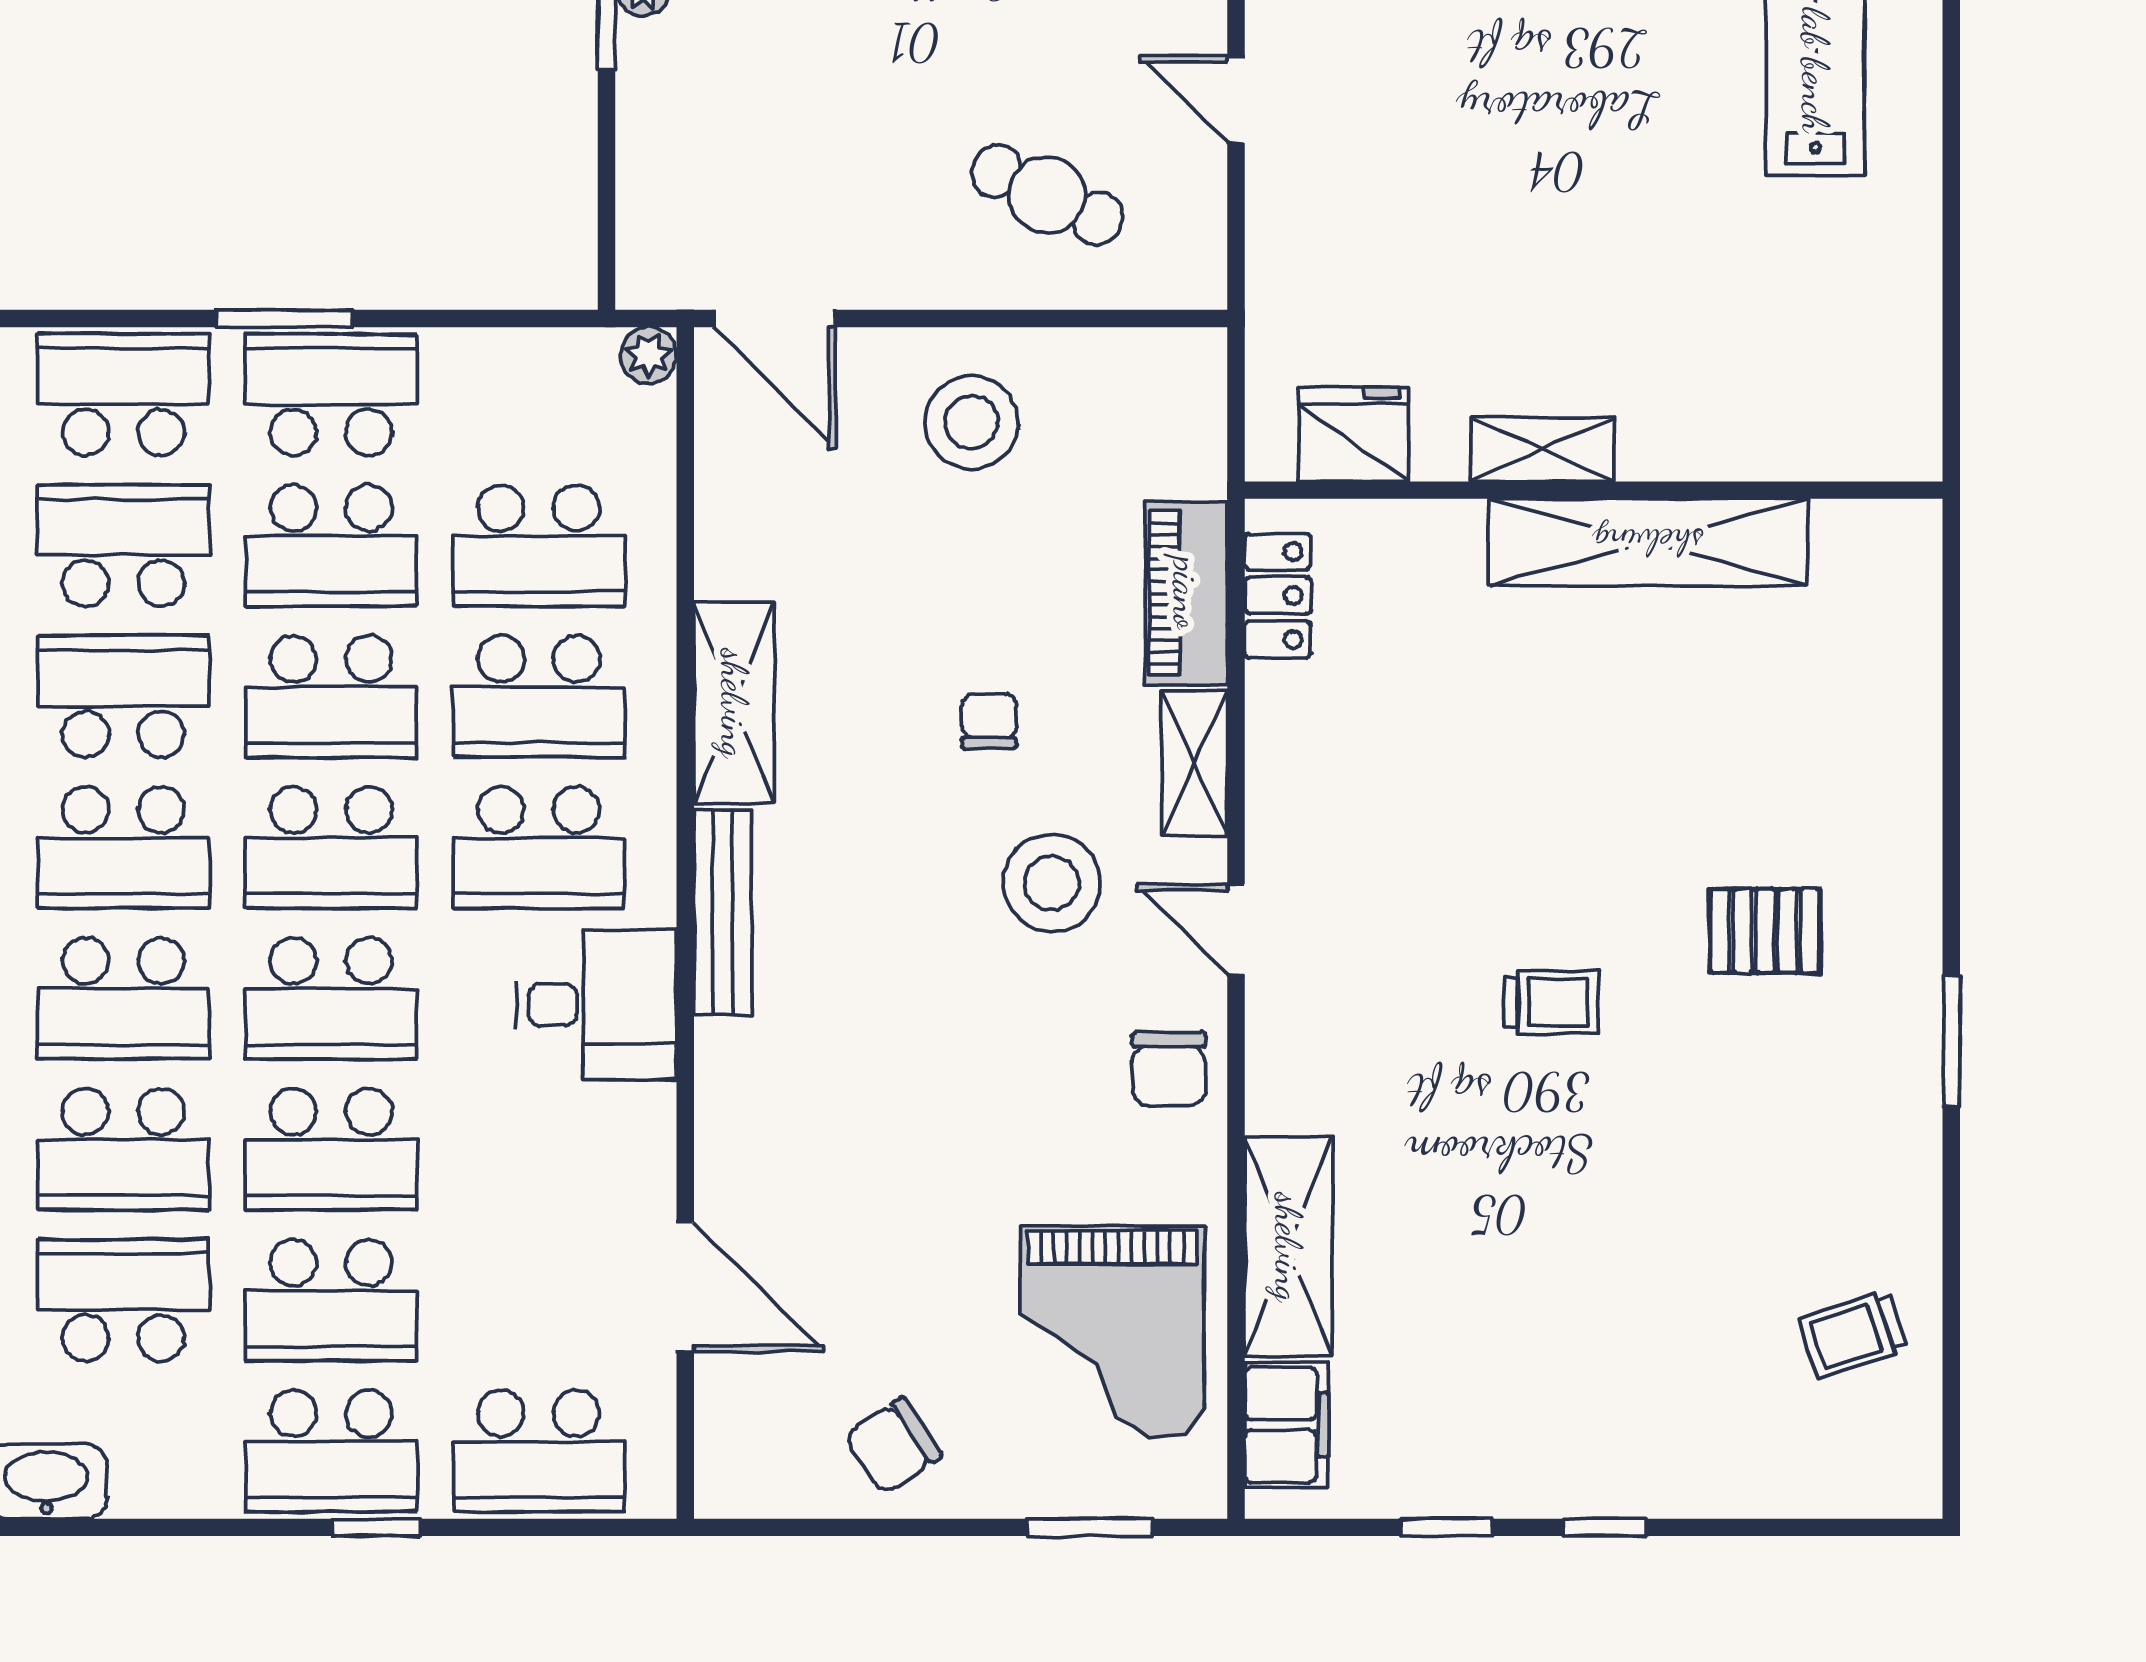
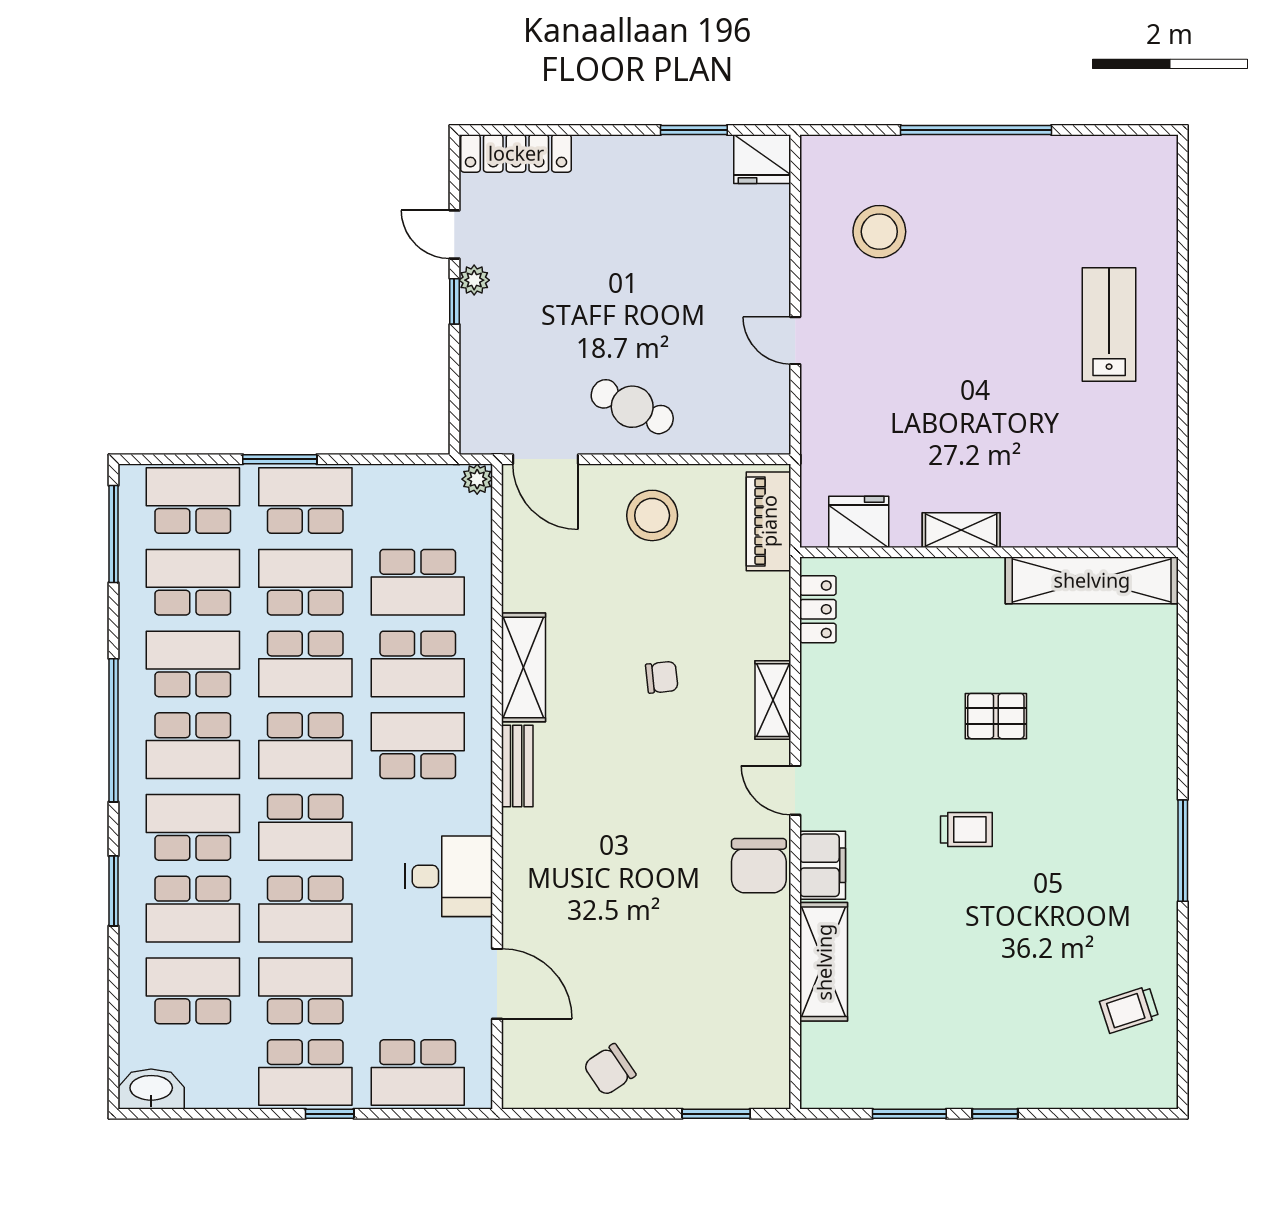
cafe table: (1047, 195) -> (632, 407), moved
shelving: (1648, 542) -> (1092, 580), moved
school desk: (331, 546) -> (305, 582), turned 180
piano: (1186, 593) -> (769, 521), moved
chair: (989, 721) -> (662, 677), turned 84
school desk: (539, 847) -> (418, 746), turned 180
stool: (1052, 883) -> (696, 765), removed
bench: (723, 912) -> (517, 766), width x0.73
pallet: (1765, 931) -> (996, 716), moved
school desk: (123, 998) -> (193, 827), turned 180
desk: (596, 1005) -> (449, 876), moved
window: (1951, 1041) -> (1183, 851), width x1.44
chair: (1169, 1069) -> (759, 866), width x1.37, depth x1.37
school desk: (331, 1300) -> (305, 991), turned 180
grand piano: (1112, 1332) -> (728, 1008), removed
filing cabinet: (1287, 1425) -> (823, 865), moved
window: (1447, 1527) -> (909, 1114), width x1.50

